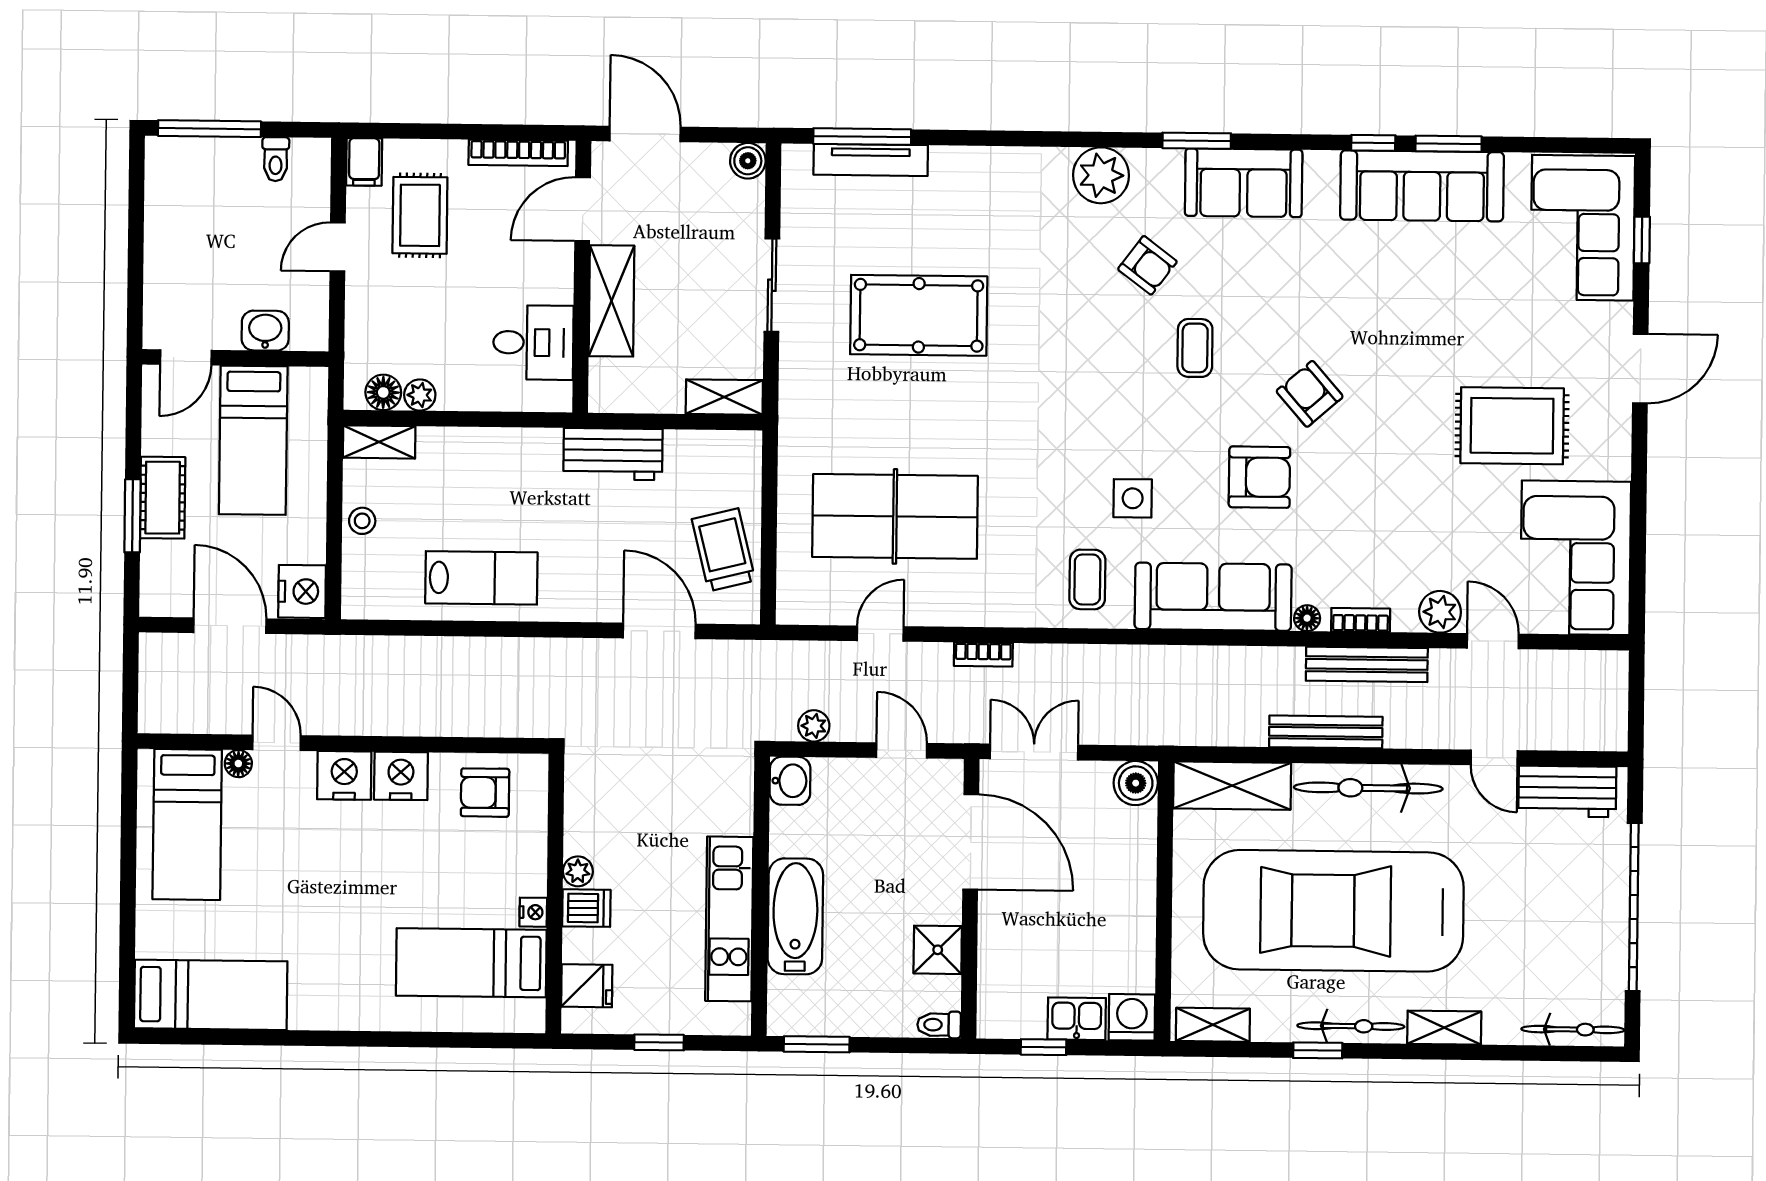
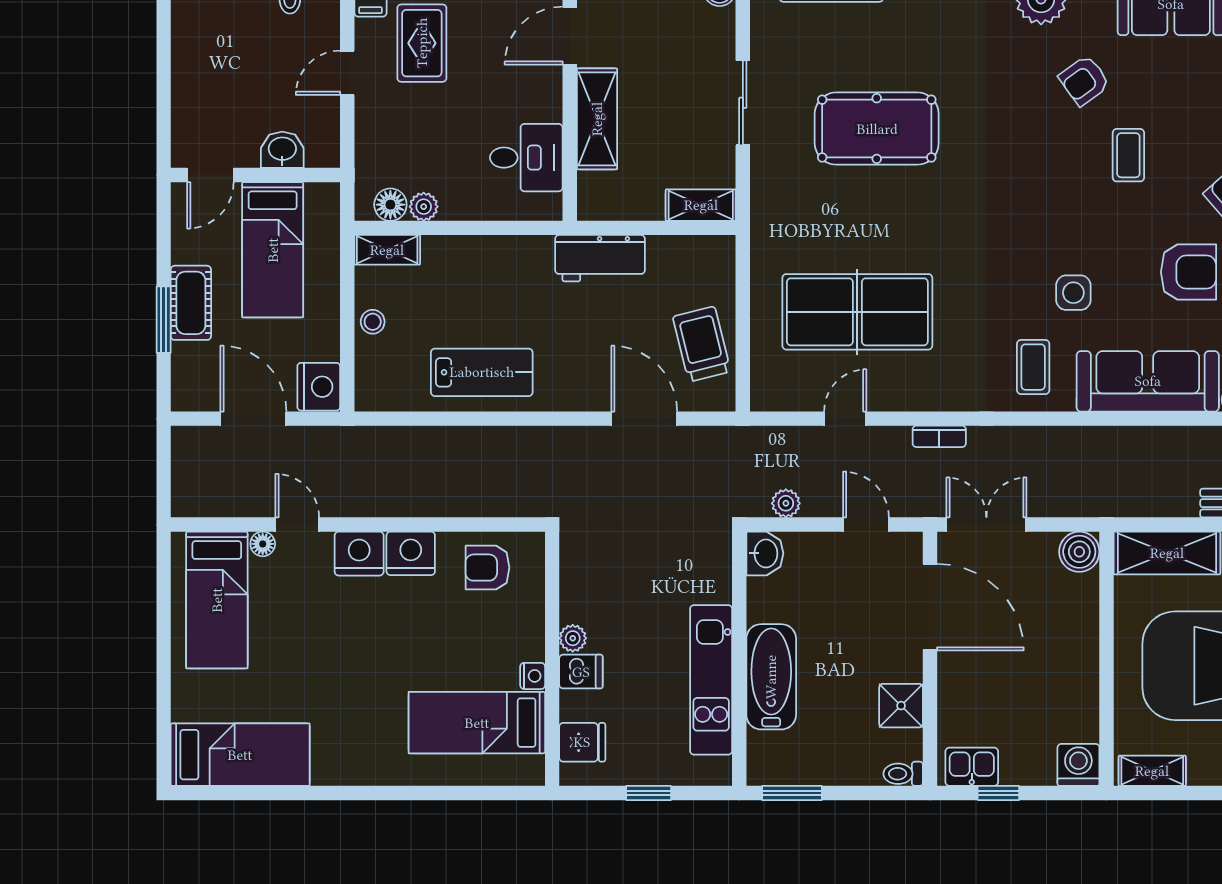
armchair: (1147, 265) -> (1084, 81), turned 107
kitchen sink: (1077, 1019) -> (972, 767), moved

